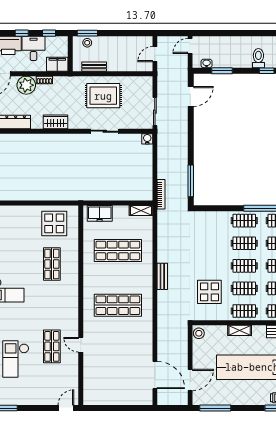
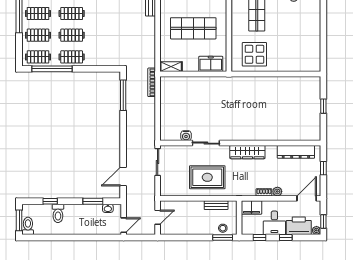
plant: (26, 85) -> (277, 191), width x0.53, depth x0.53
wardrobe: (55, 122) -> (247, 152), width x1.50
water cooler: (147, 139) -> (186, 136), moved

